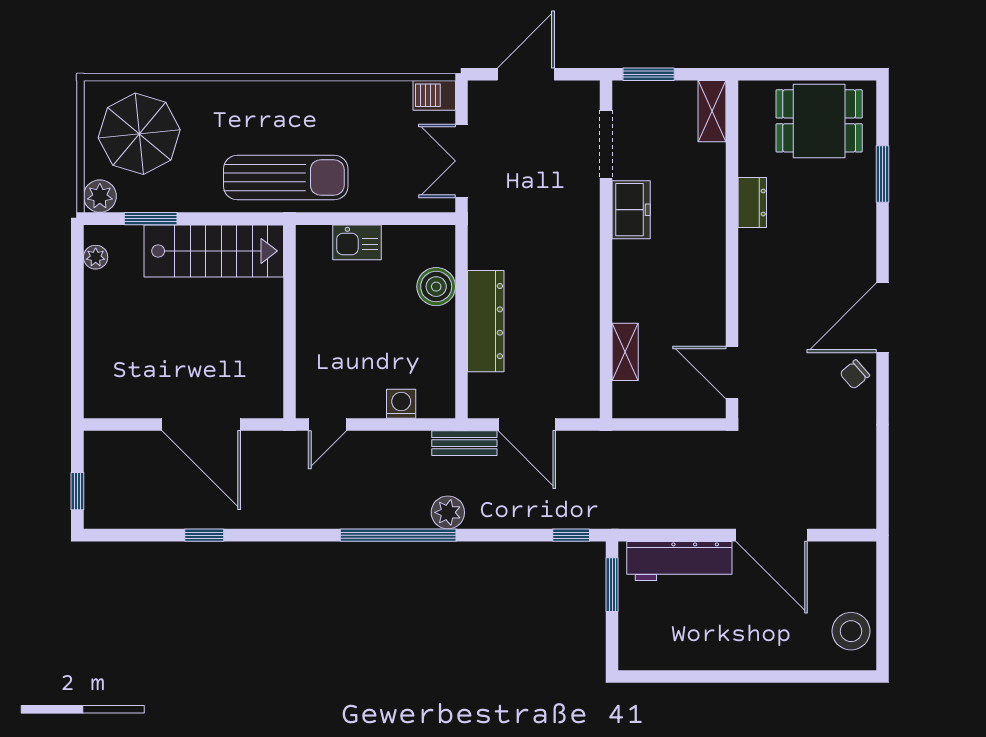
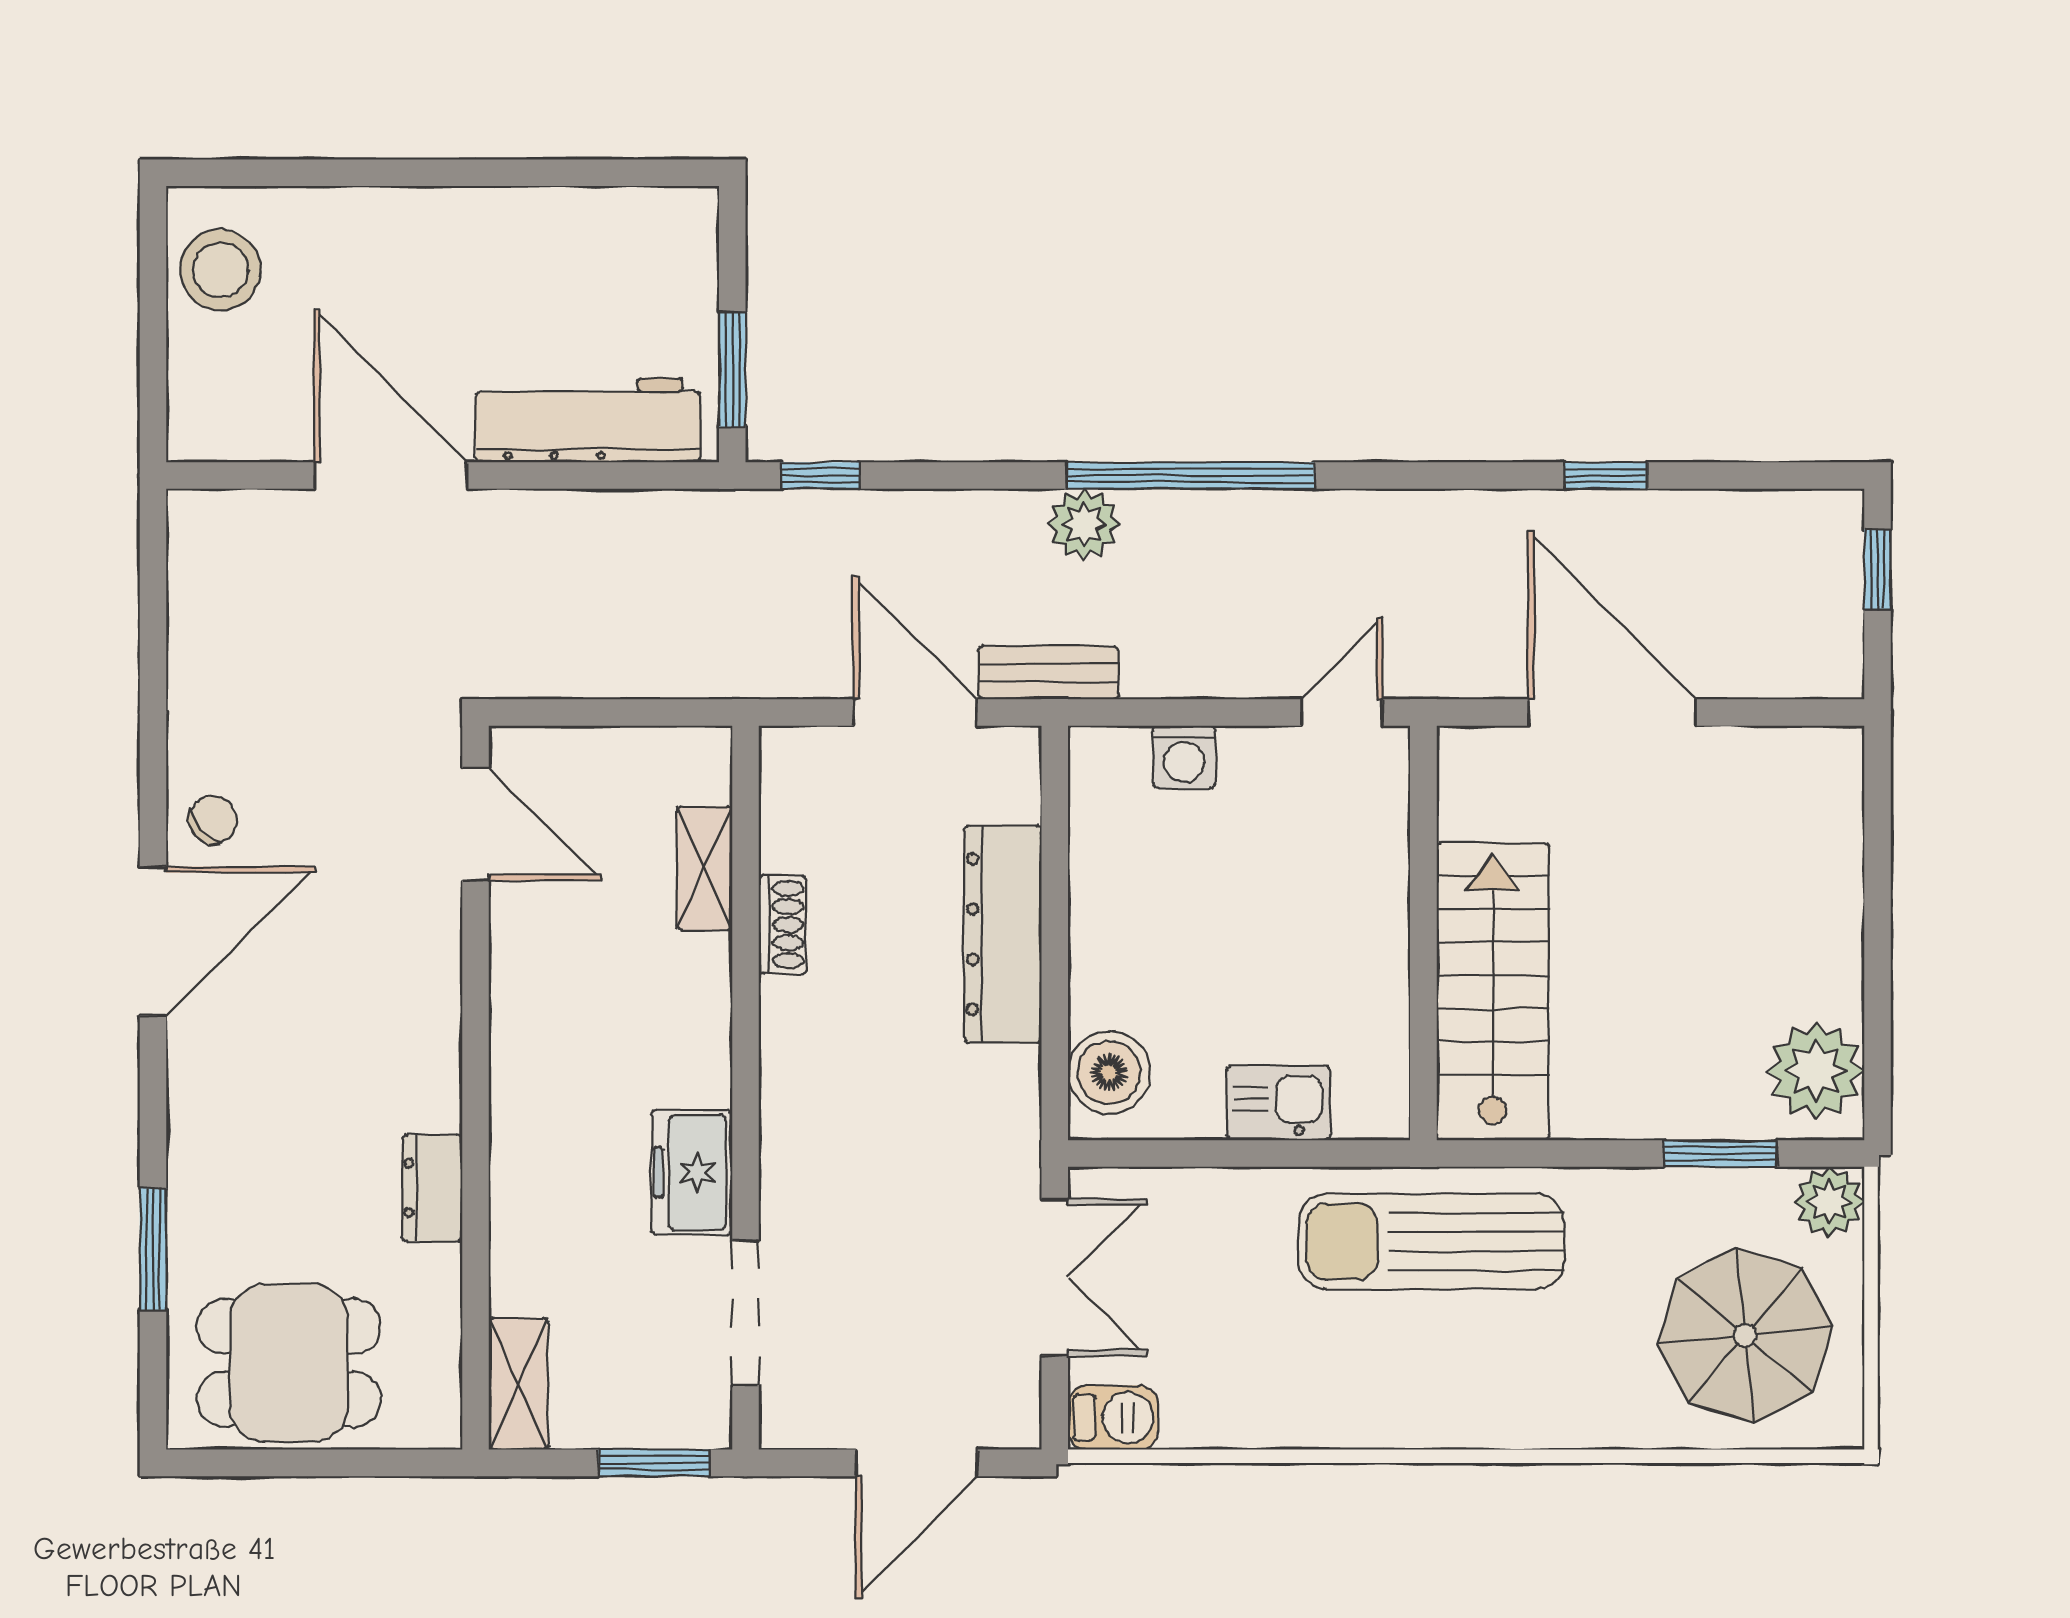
stairs: (214, 251) -> (1493, 991), moved, turned 90
plant: (96, 257) -> (1816, 1071), width x1.87, depth x1.87
boiler: (436, 287) -> (1109, 1072), moved
shoe rack: (589, 325) -> (782, 925), added

